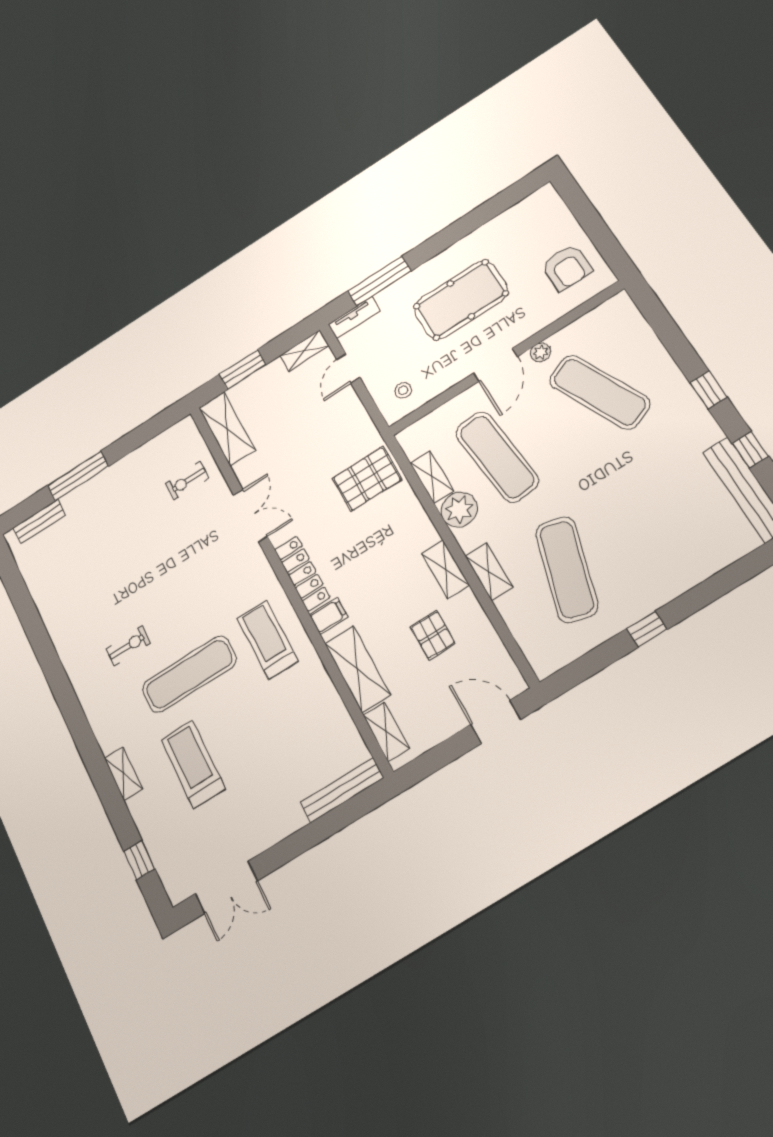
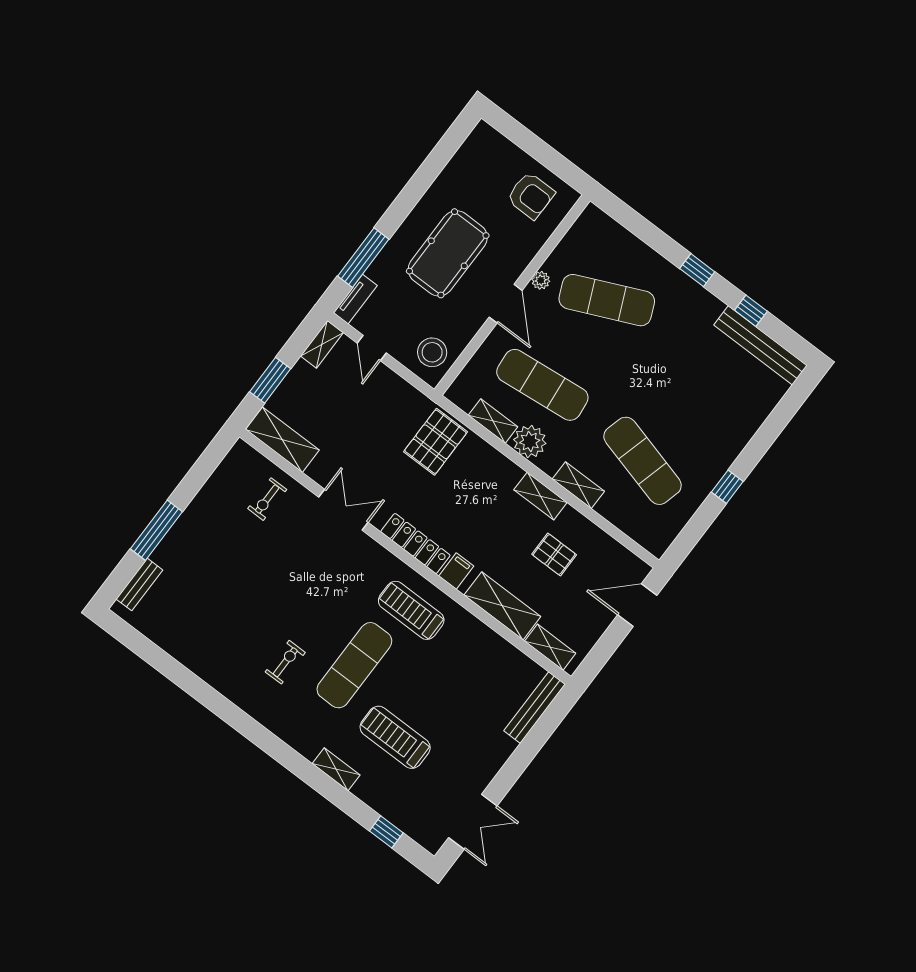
stool: (403, 390) -> (432, 352), width x1.89, depth x1.89

